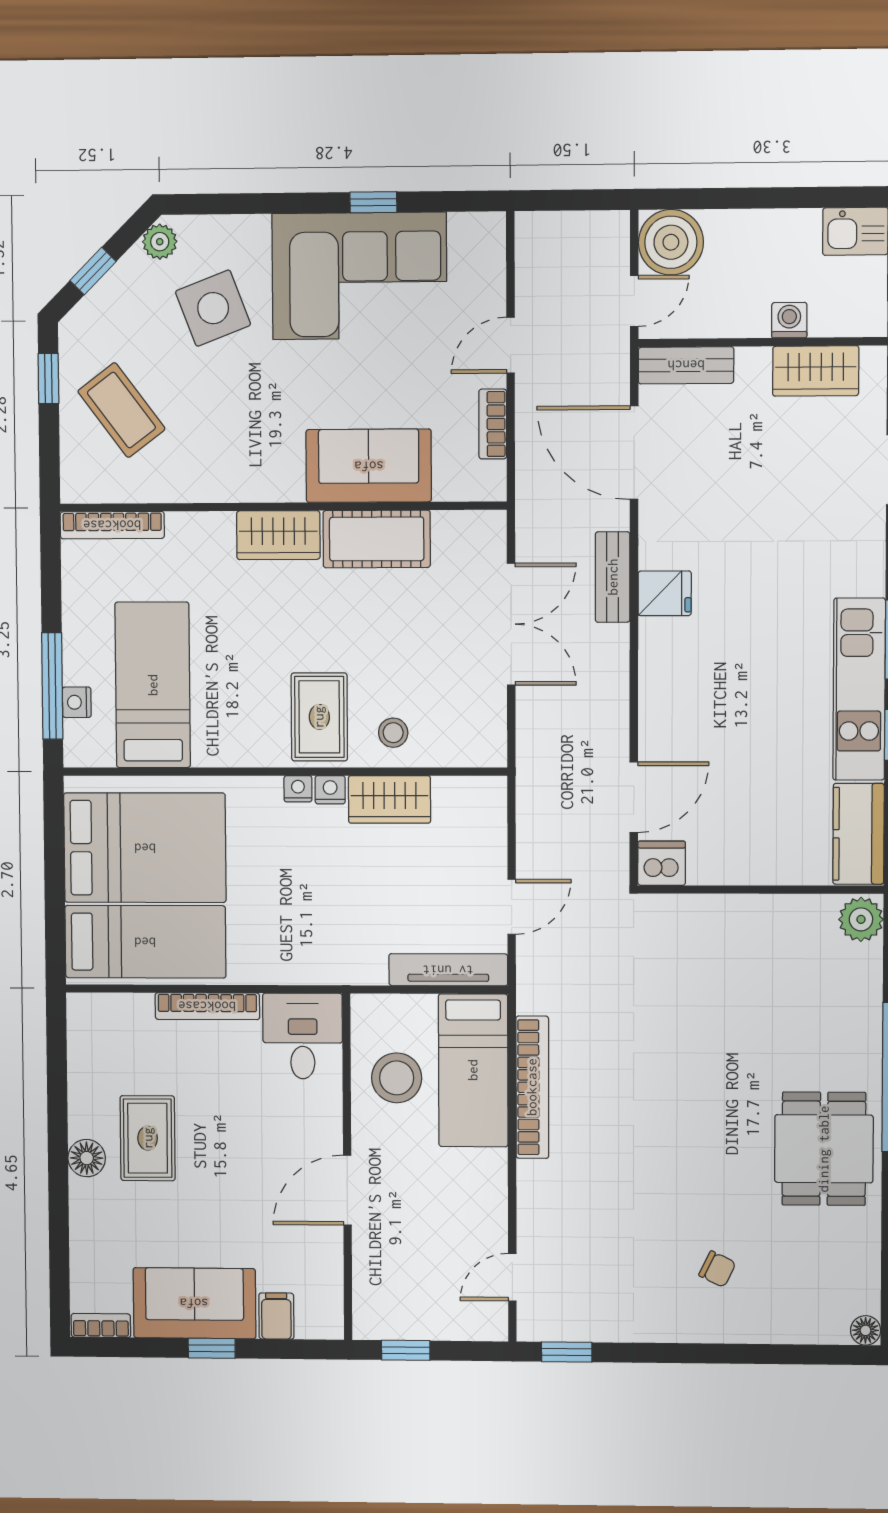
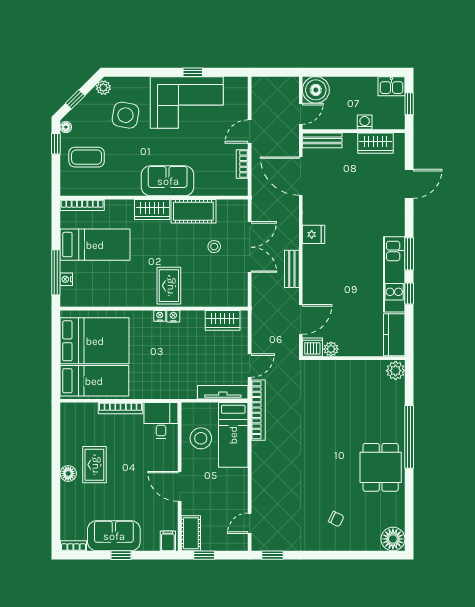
side table: (213, 308) -> (125, 115), turned 31
floor lamp: (71, 338) -> (66, 127), added
coffee table: (121, 410) -> (87, 157), turned -53
sofa: (369, 466) -> (168, 181), moved
bench: (613, 577) -> (292, 269), moved
bed: (153, 685) -> (95, 245), moved, turned 90
stool: (393, 733) -> (214, 247), moved
wardrobe: (389, 799) -> (223, 320), moved
plant: (706, 868) -> (331, 349), added
bookcase: (532, 1087) -> (258, 410), moved
door: (347, 1190) -> (180, 486), hinge flipped
cot: (374, 1299) -> (191, 533), added
filing cabinet: (276, 1316) -> (168, 541), moved
floor lamp: (866, 1330) -> (393, 539), width x1.89, depth x1.89

